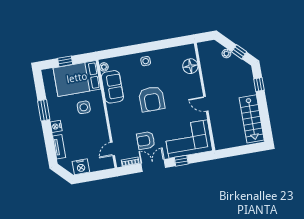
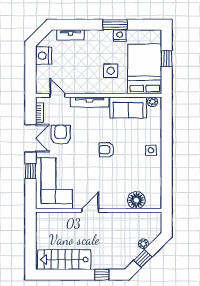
armchair: (152, 99) -> (107, 150), width x0.53, depth x0.53
tv unit: (114, 121) -> (90, 102), added
nightstand: (56, 126) -> (120, 36), moved

